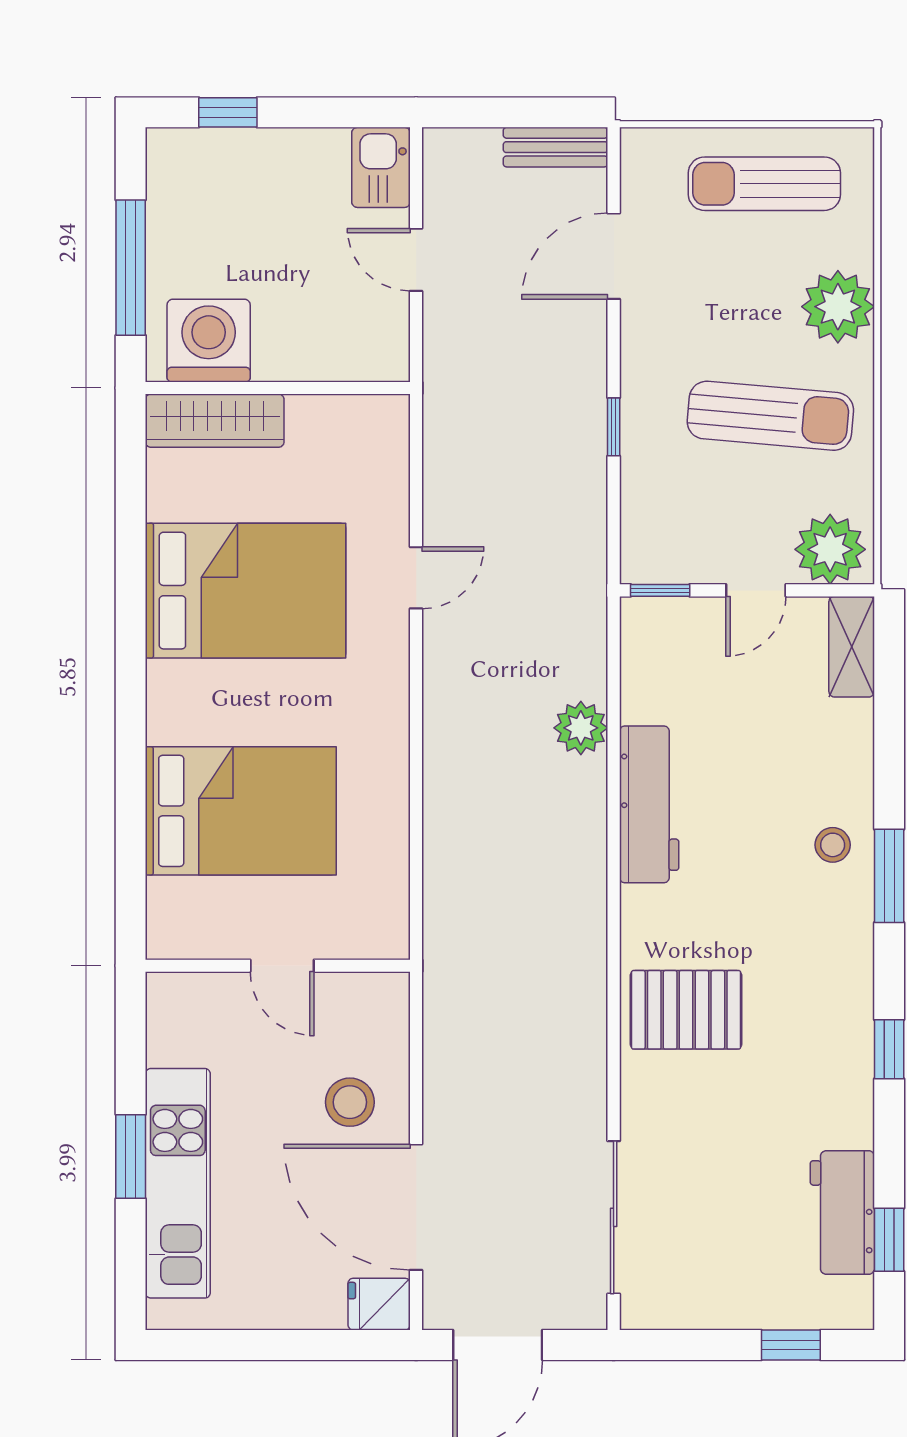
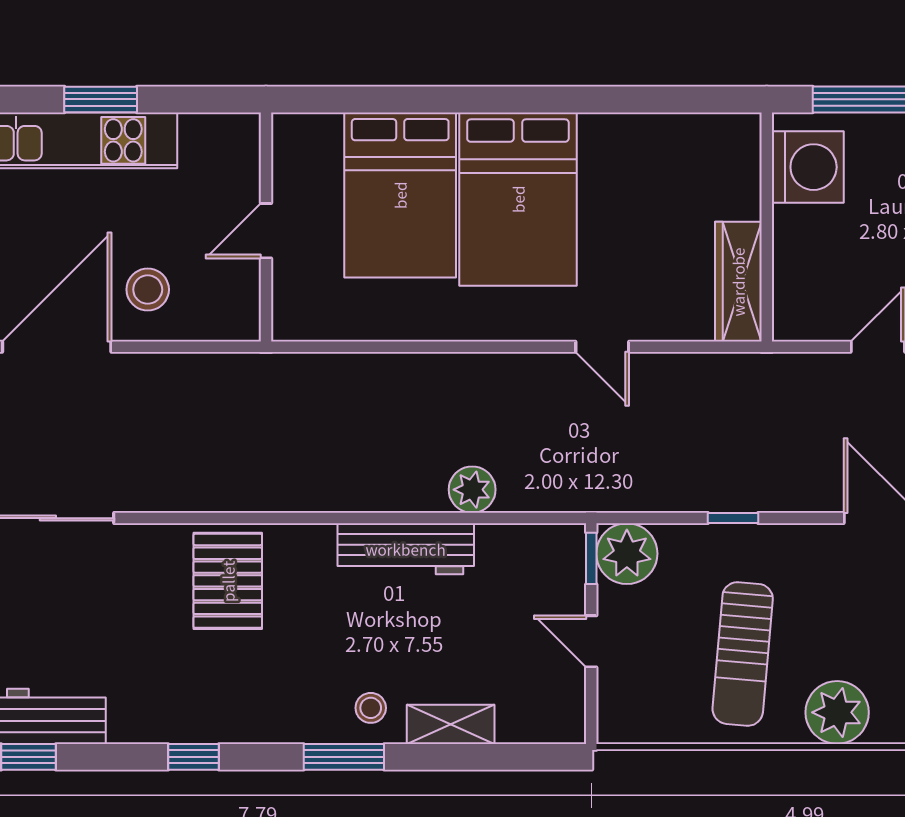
wardrobe: (215, 421) -> (738, 282), moved
plant: (830, 549) -> (627, 554), moved
bed: (246, 591) -> (518, 199), moved
shelving: (852, 647) -> (451, 724), moved

